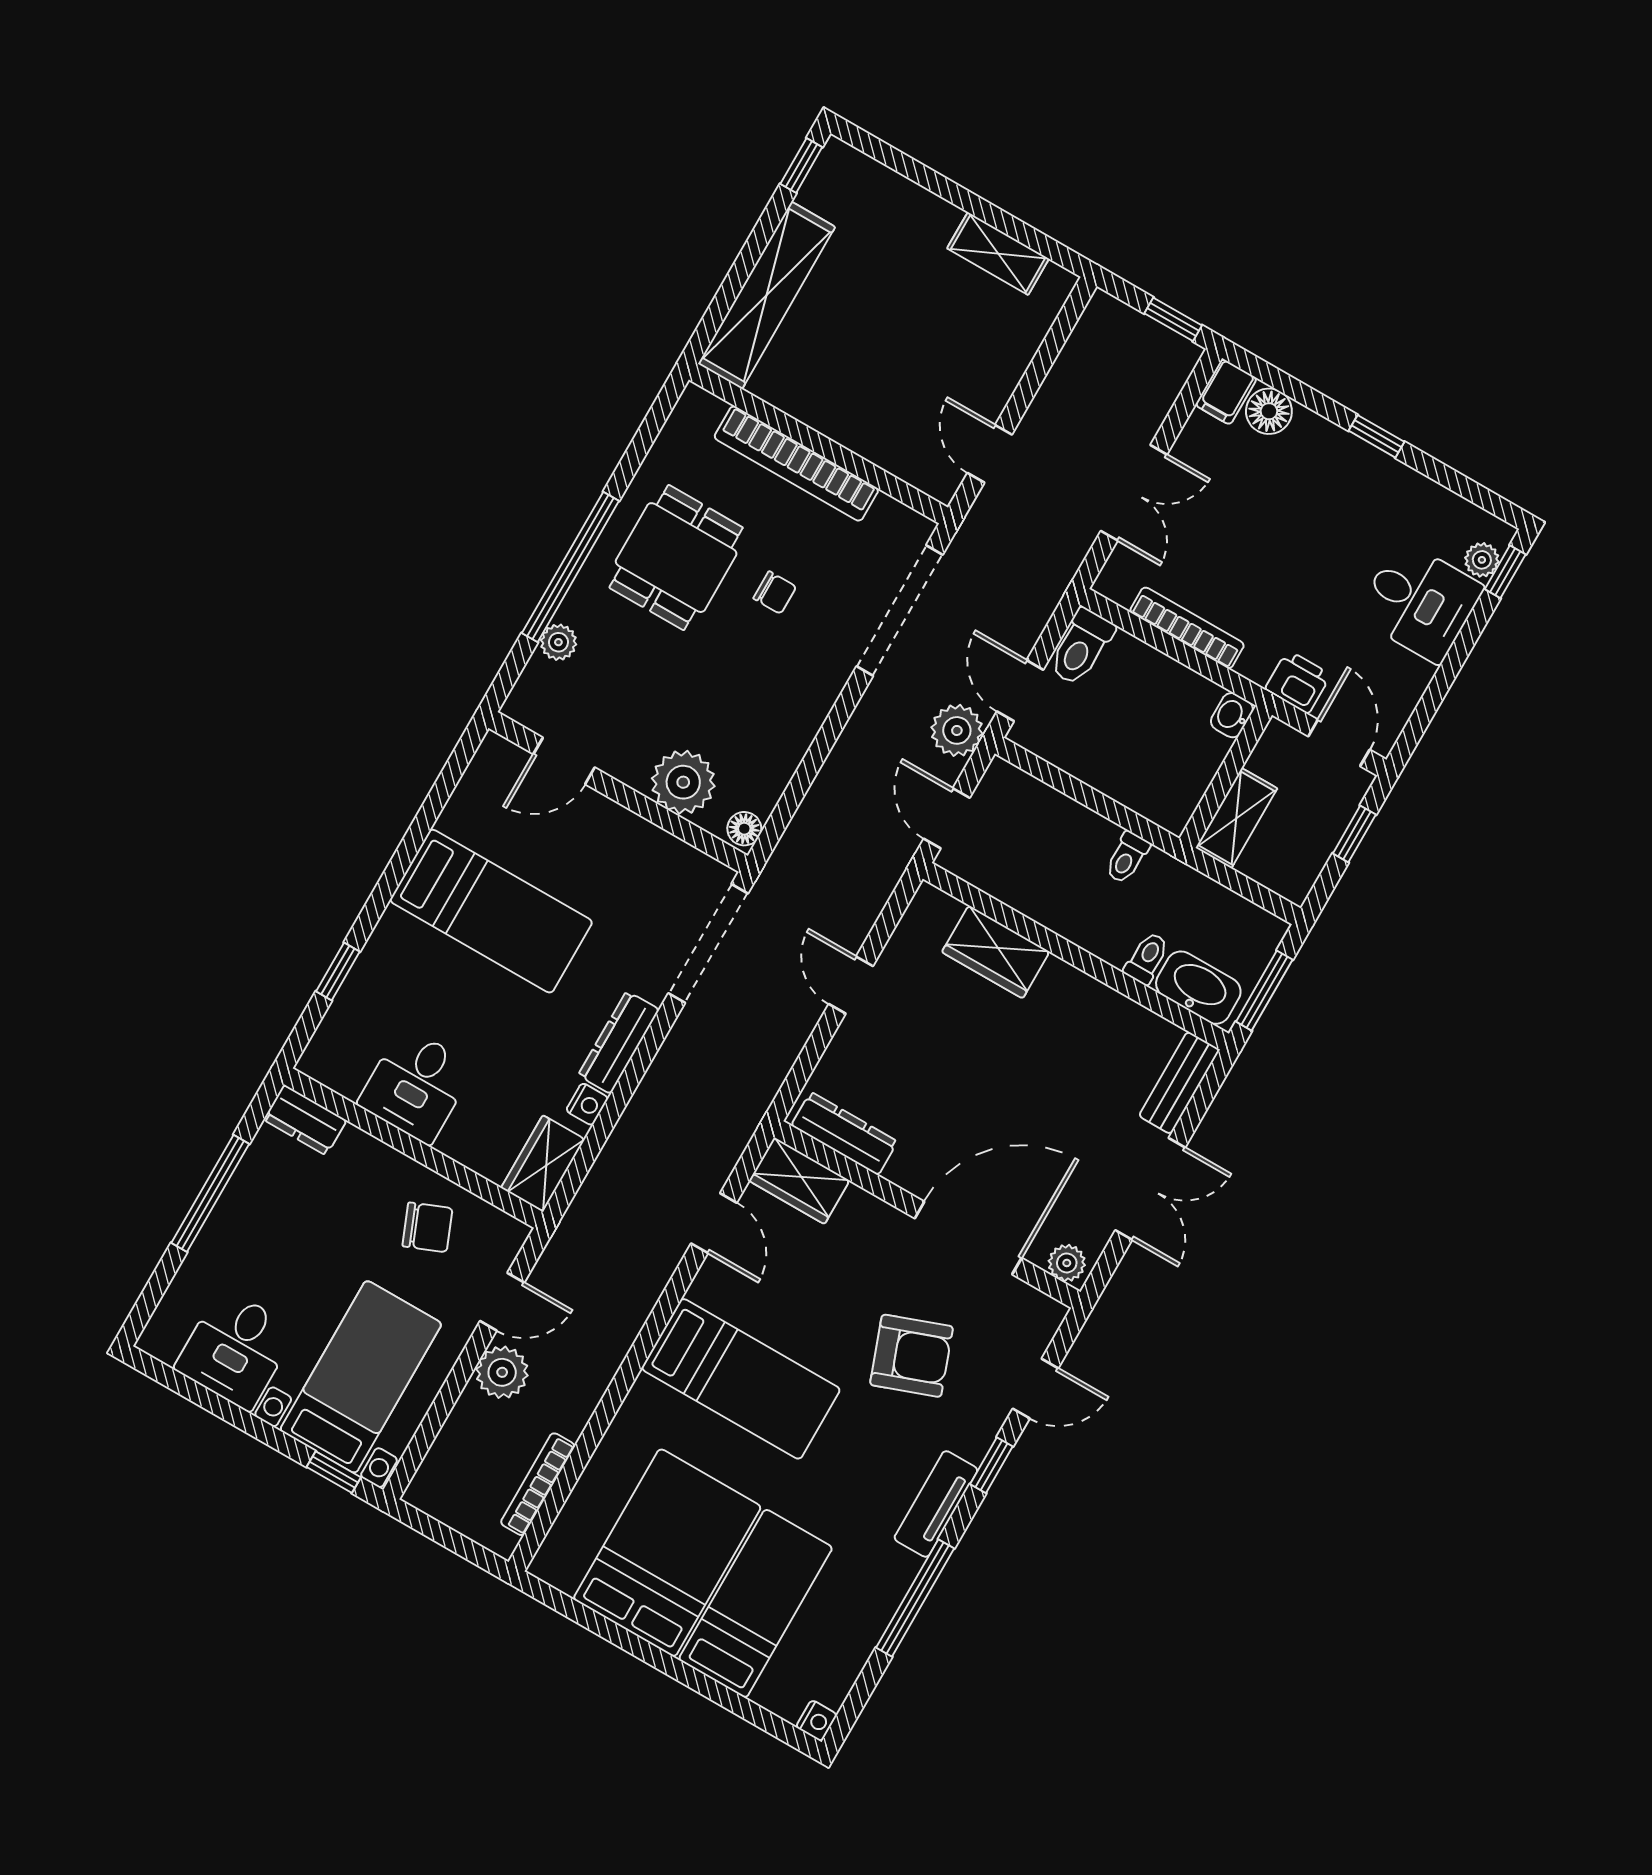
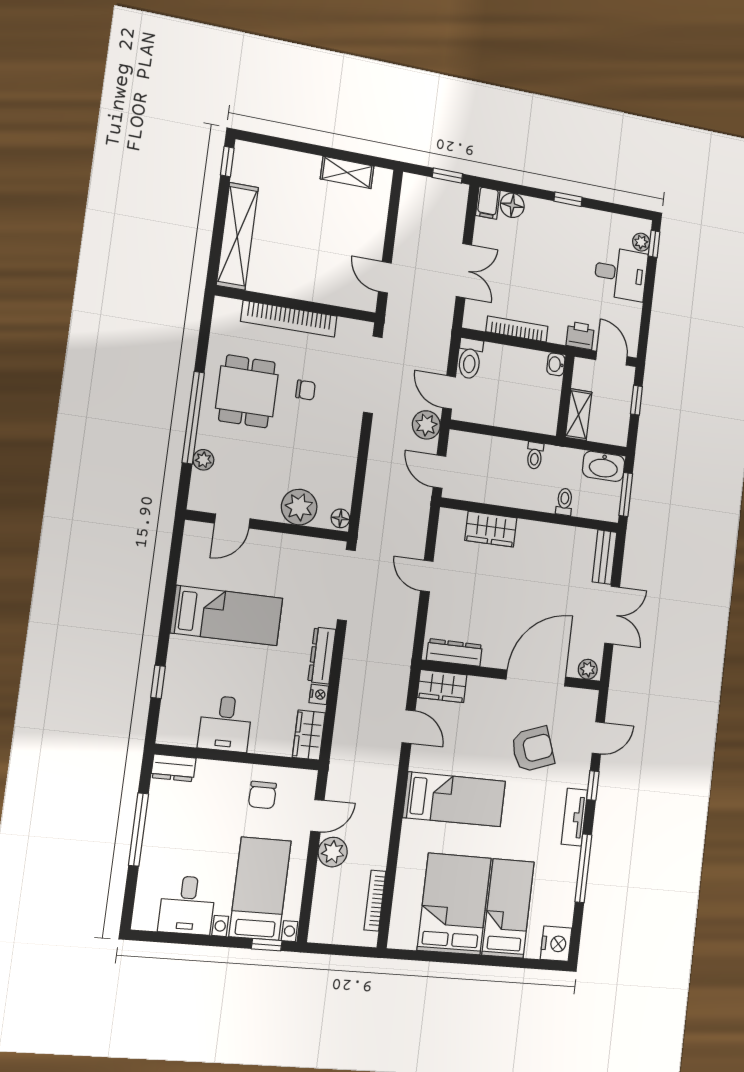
washbasin: (1198, 988) -> (604, 466), moved, turned 180
chair: (427, 1227) -> (262, 795), turned 112
nightstand: (817, 1721) -> (556, 944), width x1.89, depth x1.79

